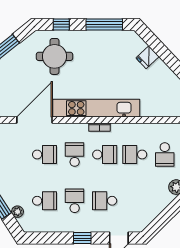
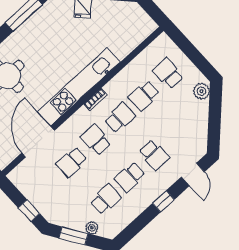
school desk: (45, 155) -> (72, 162), turned 180
school desk: (165, 155) -> (168, 73), turned 180
school desk: (75, 201) -> (130, 177), turned -90
school desk: (105, 201) -> (154, 155), turned -90

